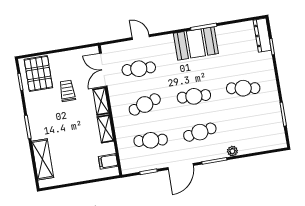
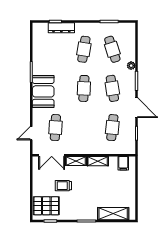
dresser: (262, 35) -> (61, 28), moved
door: (141, 37) -> (31, 133), moved
booth: (196, 43) -> (43, 91), moved
cafe table: (145, 104) -> (112, 49), moved

